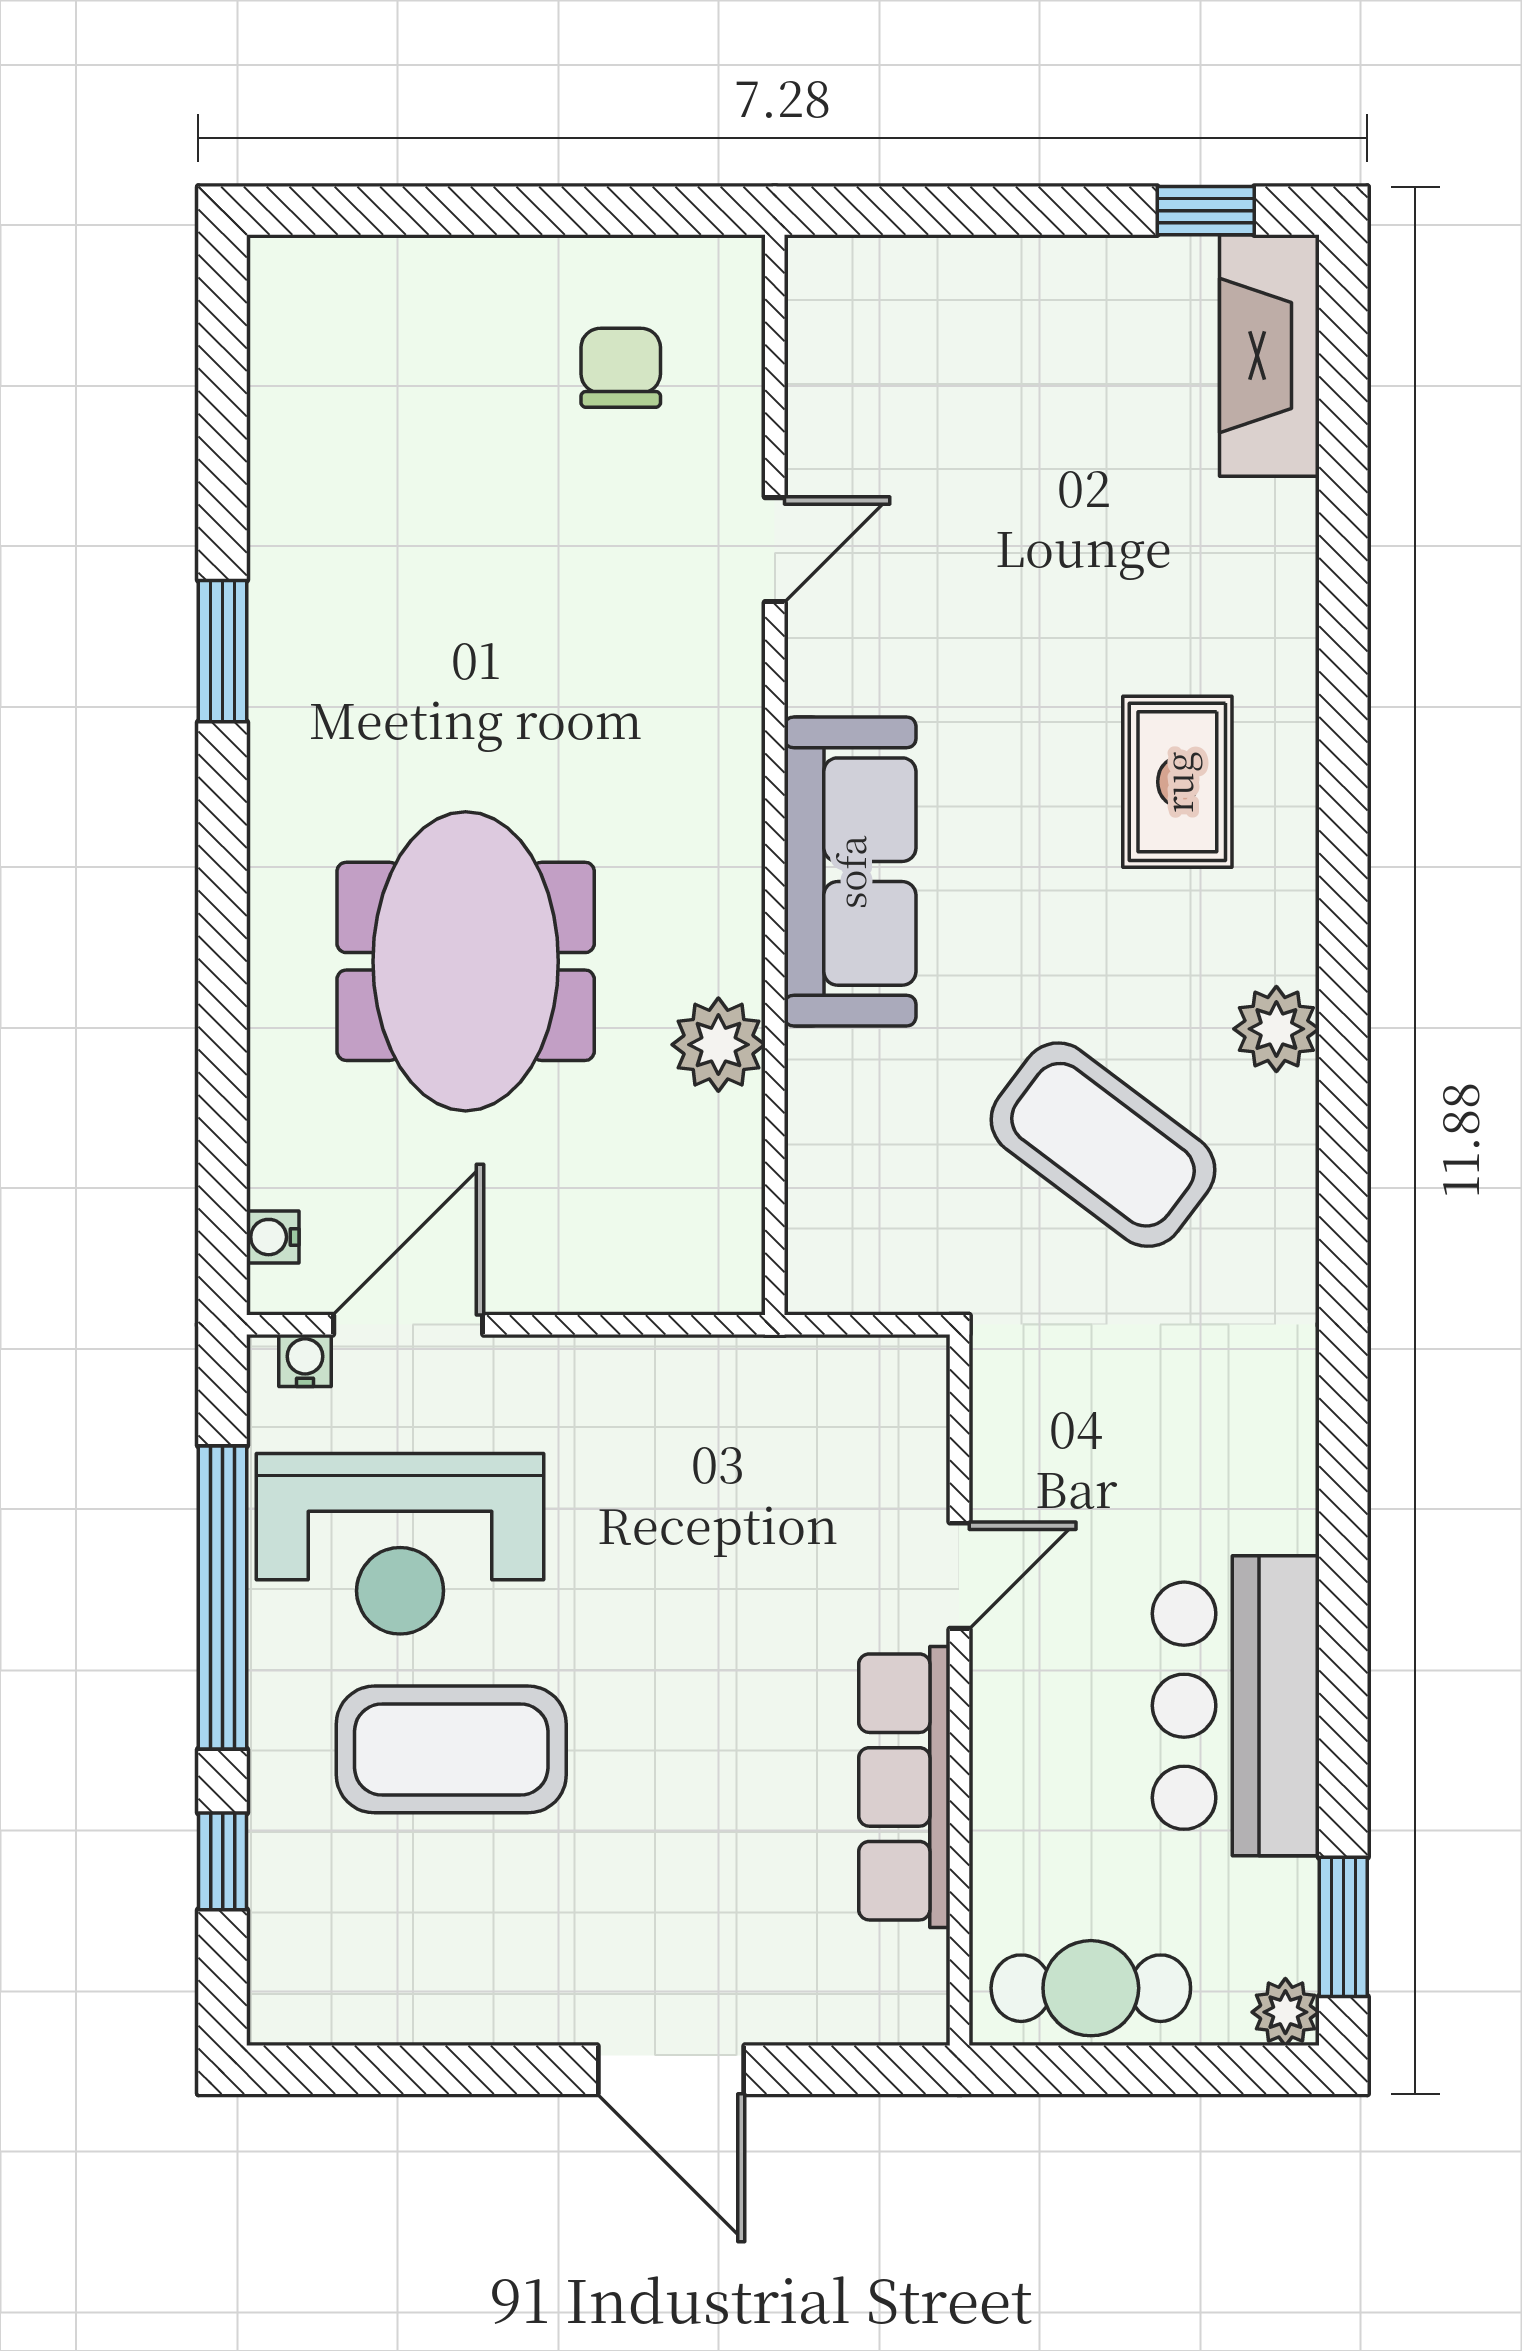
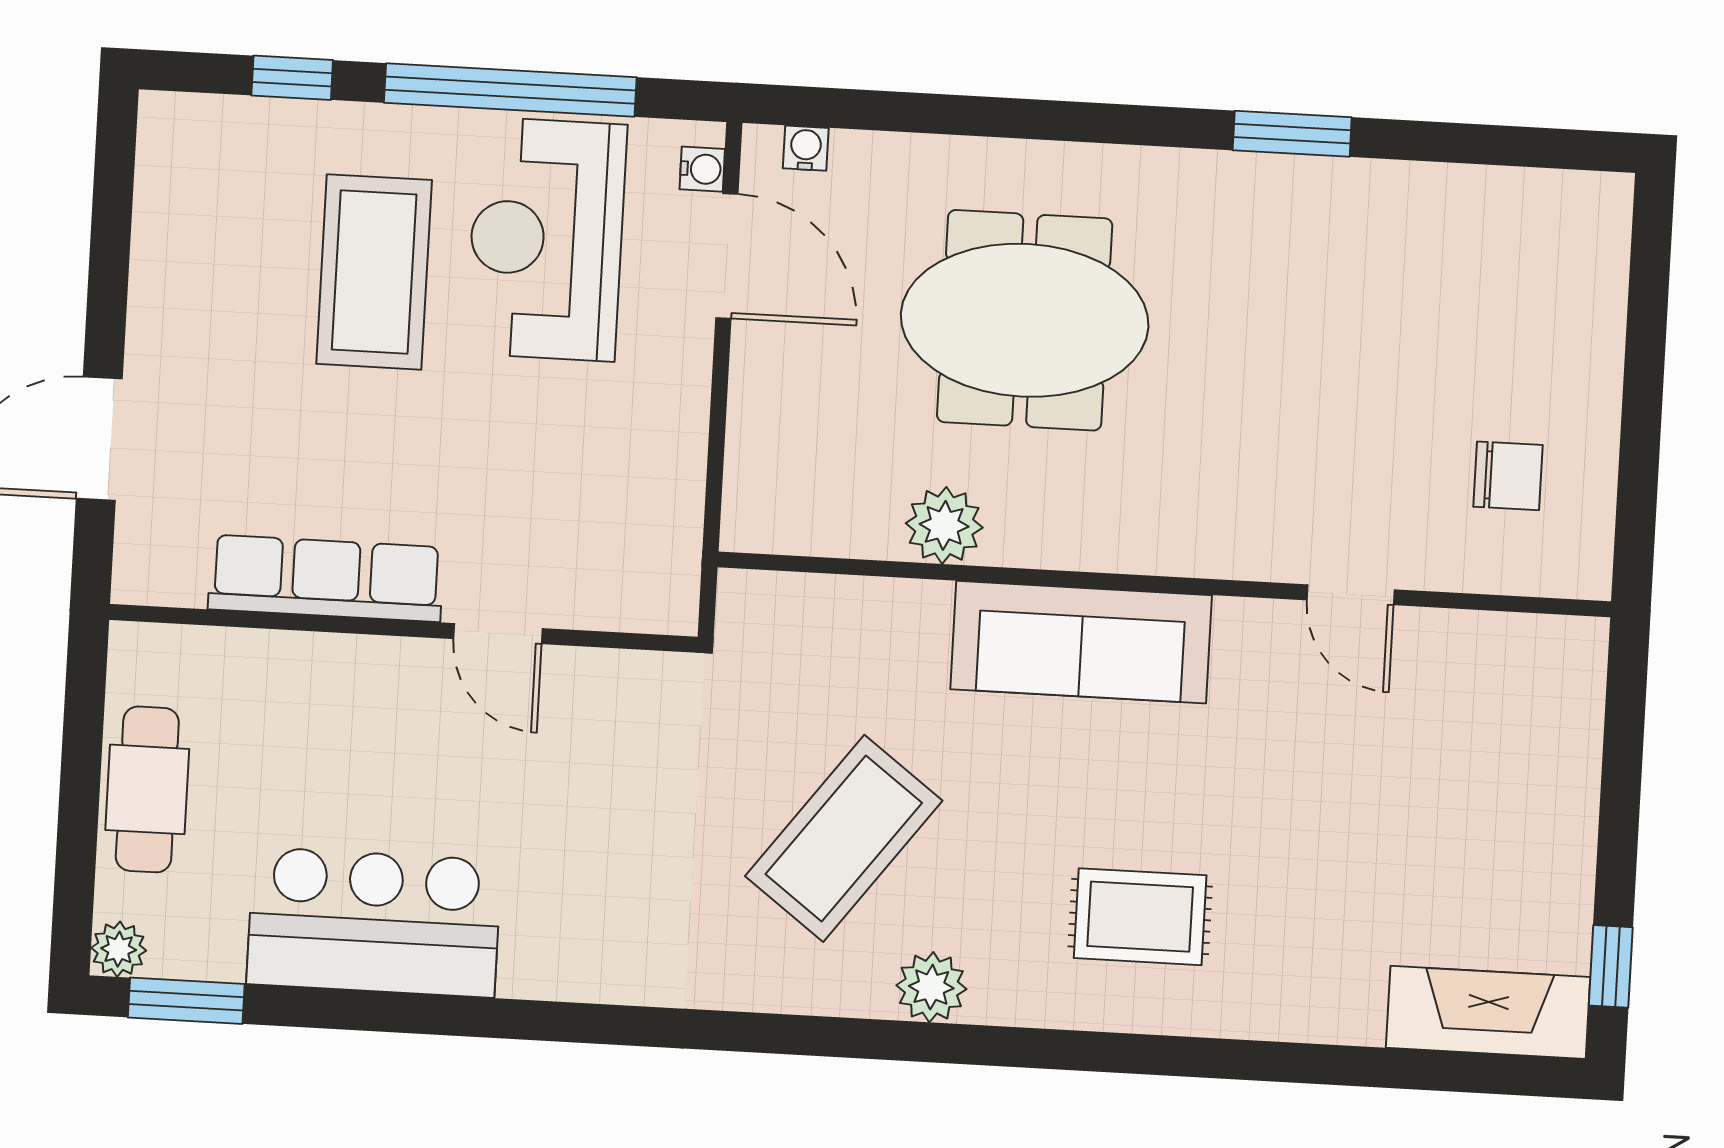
door: (959, 1576) -> (498, 634), moved
wall: (959, 1690) -> (403, 628), moved
row of seats: (904, 1787) -> (326, 578), moved

